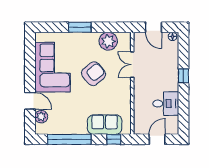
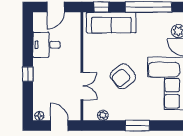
plant: (108, 41) -> (103, 115), width x0.53, depth x0.53
sofa: (105, 125) -> (111, 23), width x1.36

